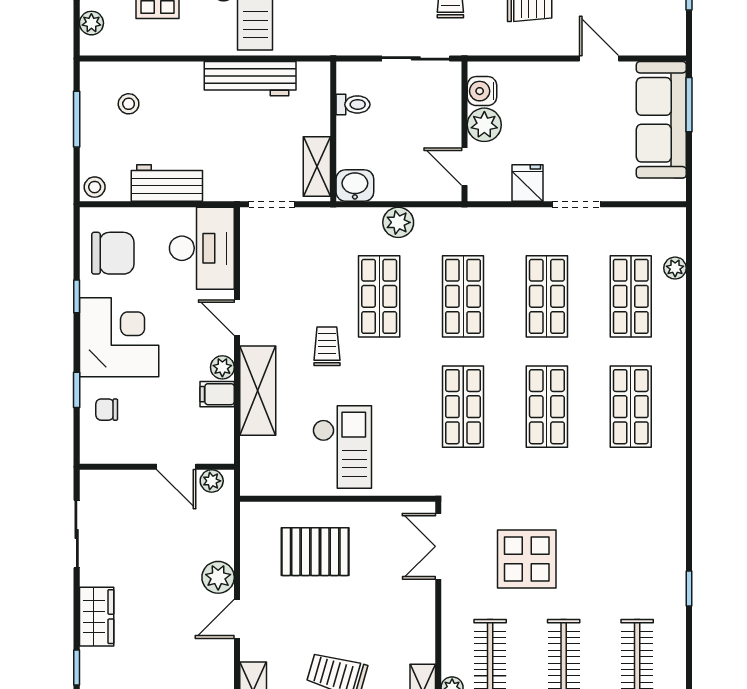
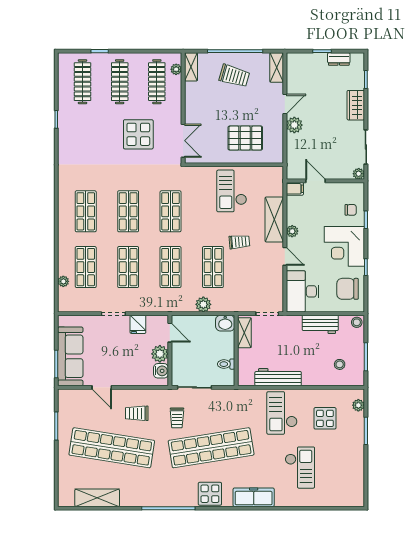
trolley: (327, 346) -> (239, 242), turned -95
filing cabinet: (217, 394) -> (295, 189), moved
plant: (212, 481) -> (359, 174), moved

